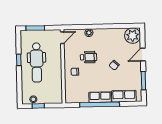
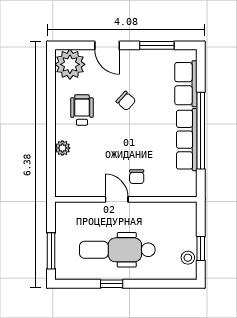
door: (62, 38) -> (117, 199), moved
wheelchair: (88, 57) -> (82, 110), moved
dental chair: (37, 62) -> (117, 250), turned 180
row of seats: (100, 97) -> (187, 140), width x1.48

